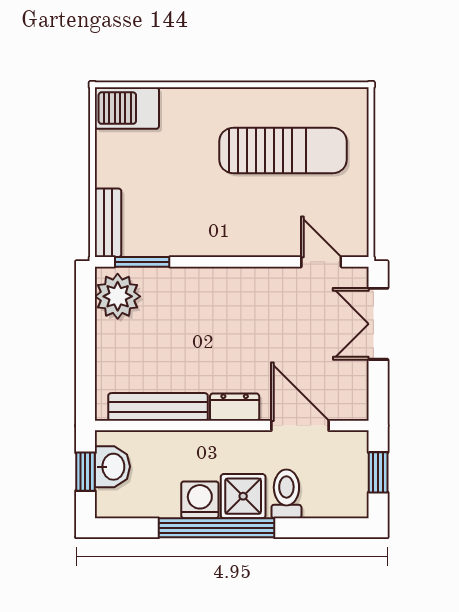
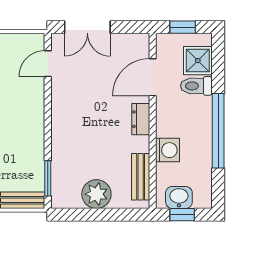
plant: (118, 296) -> (96, 194), moved
bench: (158, 407) -> (141, 177), width x0.73
shower: (243, 496) -> (198, 61), moved
washing machine: (200, 500) -> (167, 150), moved, turned 180

